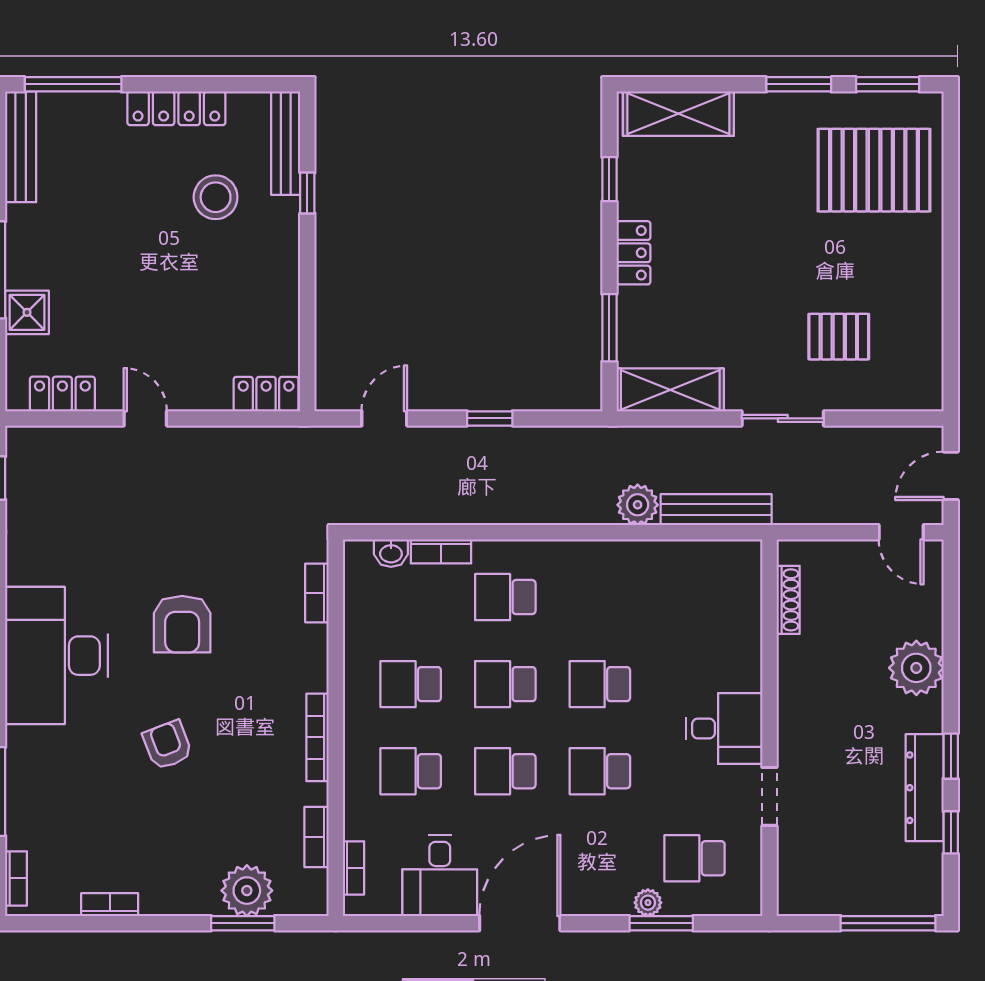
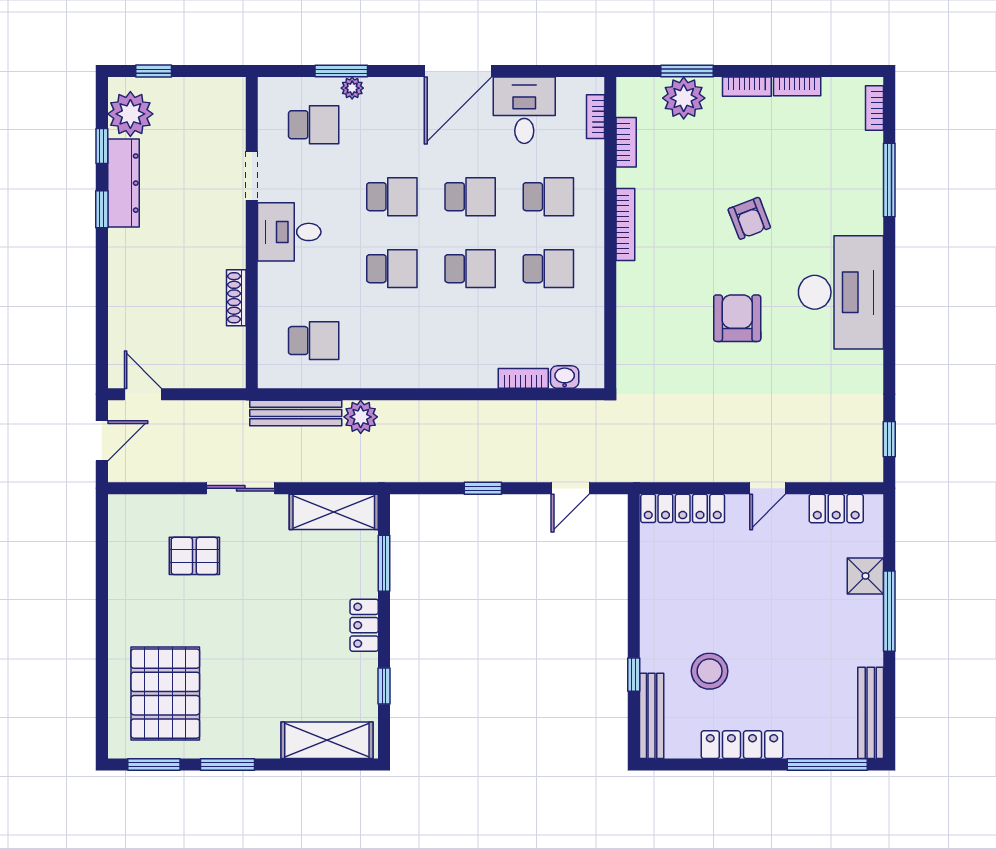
pallet: (874, 170) -> (165, 694), turned 90
locker: (266, 394) -> (683, 508), width x1.53
door: (145, 418) -> (768, 488), hinge flipped
bookcase: (317, 593) -> (747, 87), moved, turned 90
school desk: (505, 597) -> (314, 341), moved
shoe rack: (788, 600) -> (236, 298), moved
plant: (916, 668) -> (130, 114), moved
window: (888, 923) -> (154, 71), width x0.46

